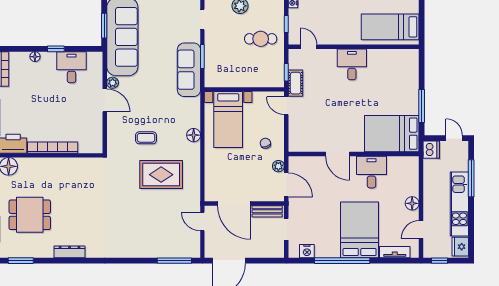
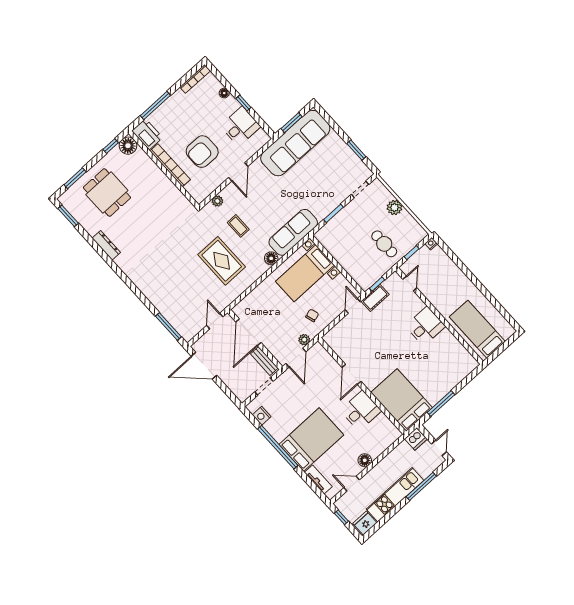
sofa: (189, 70) -> (293, 232), moved
plant: (113, 83) -> (217, 201), moved
armchair: (64, 114) -> (202, 152), added

